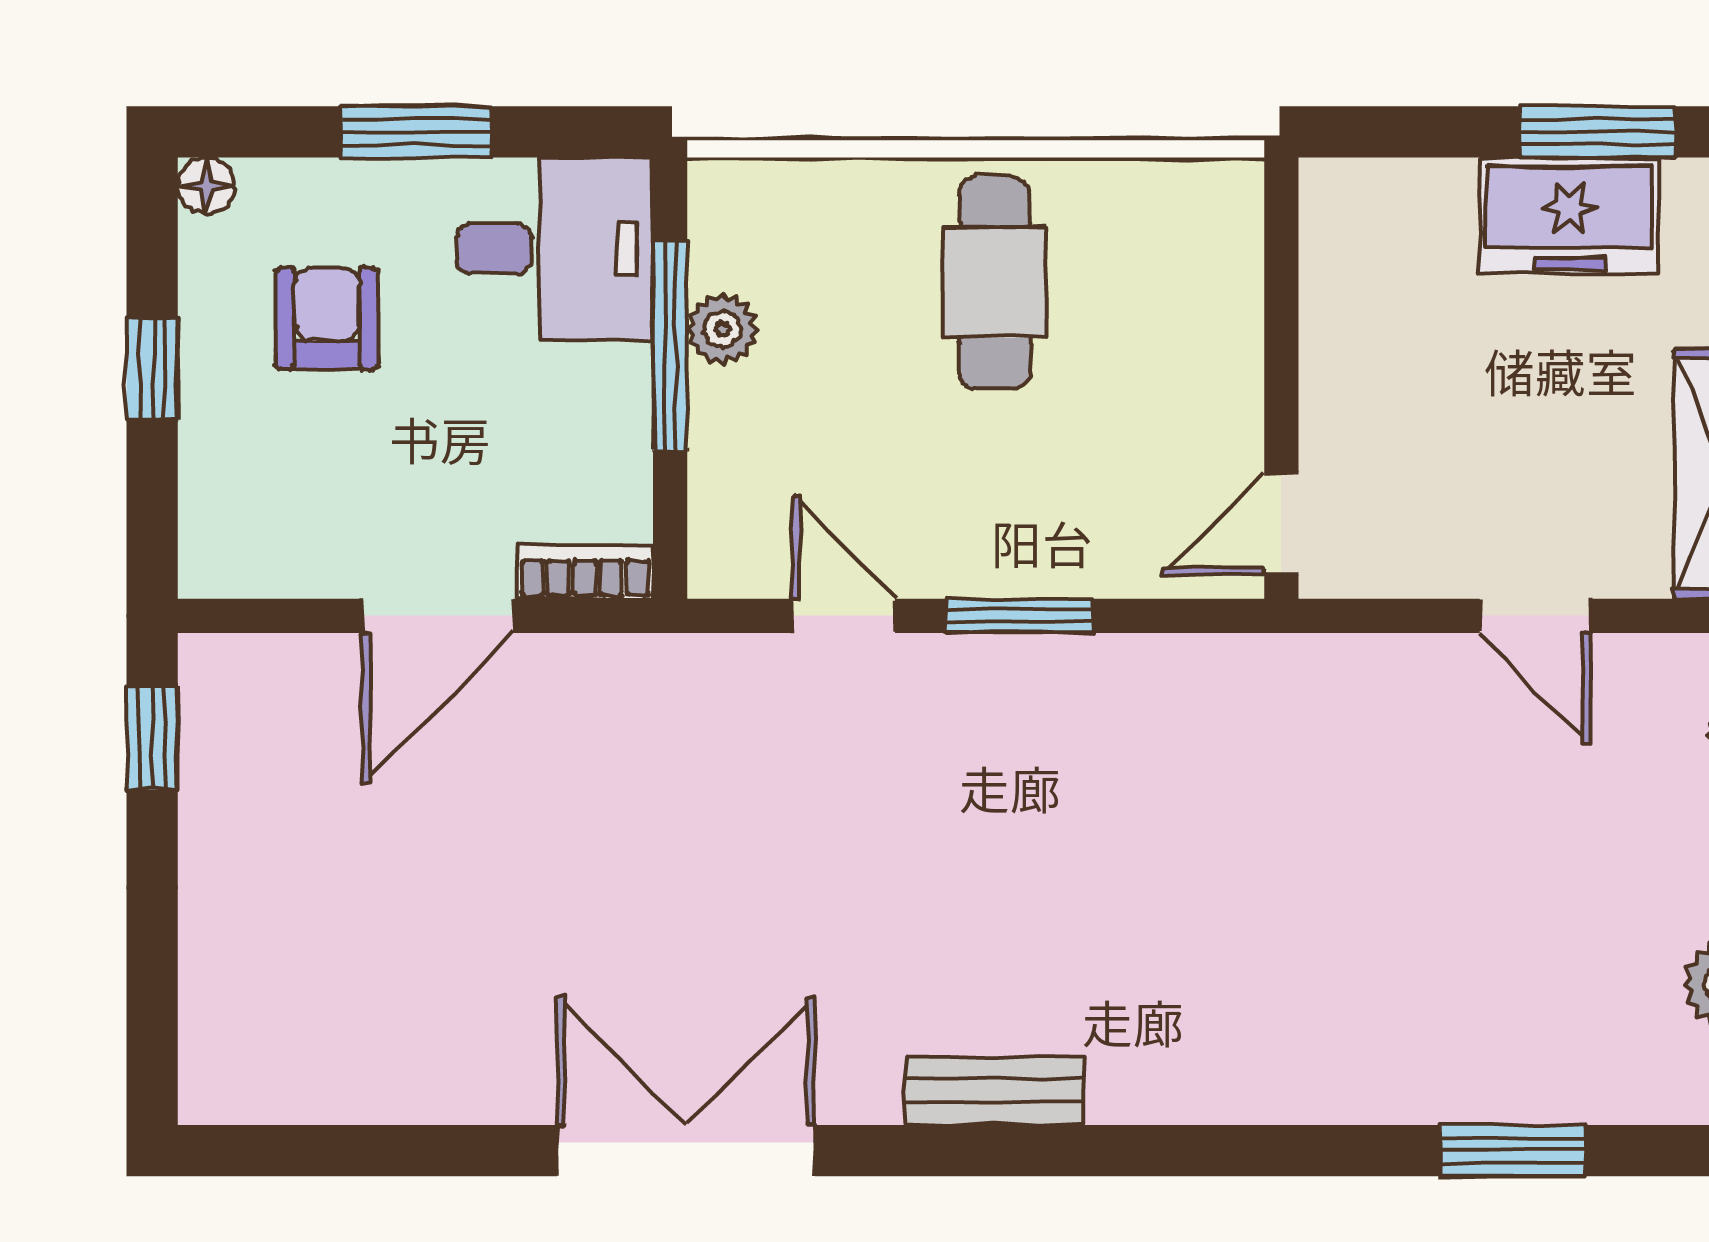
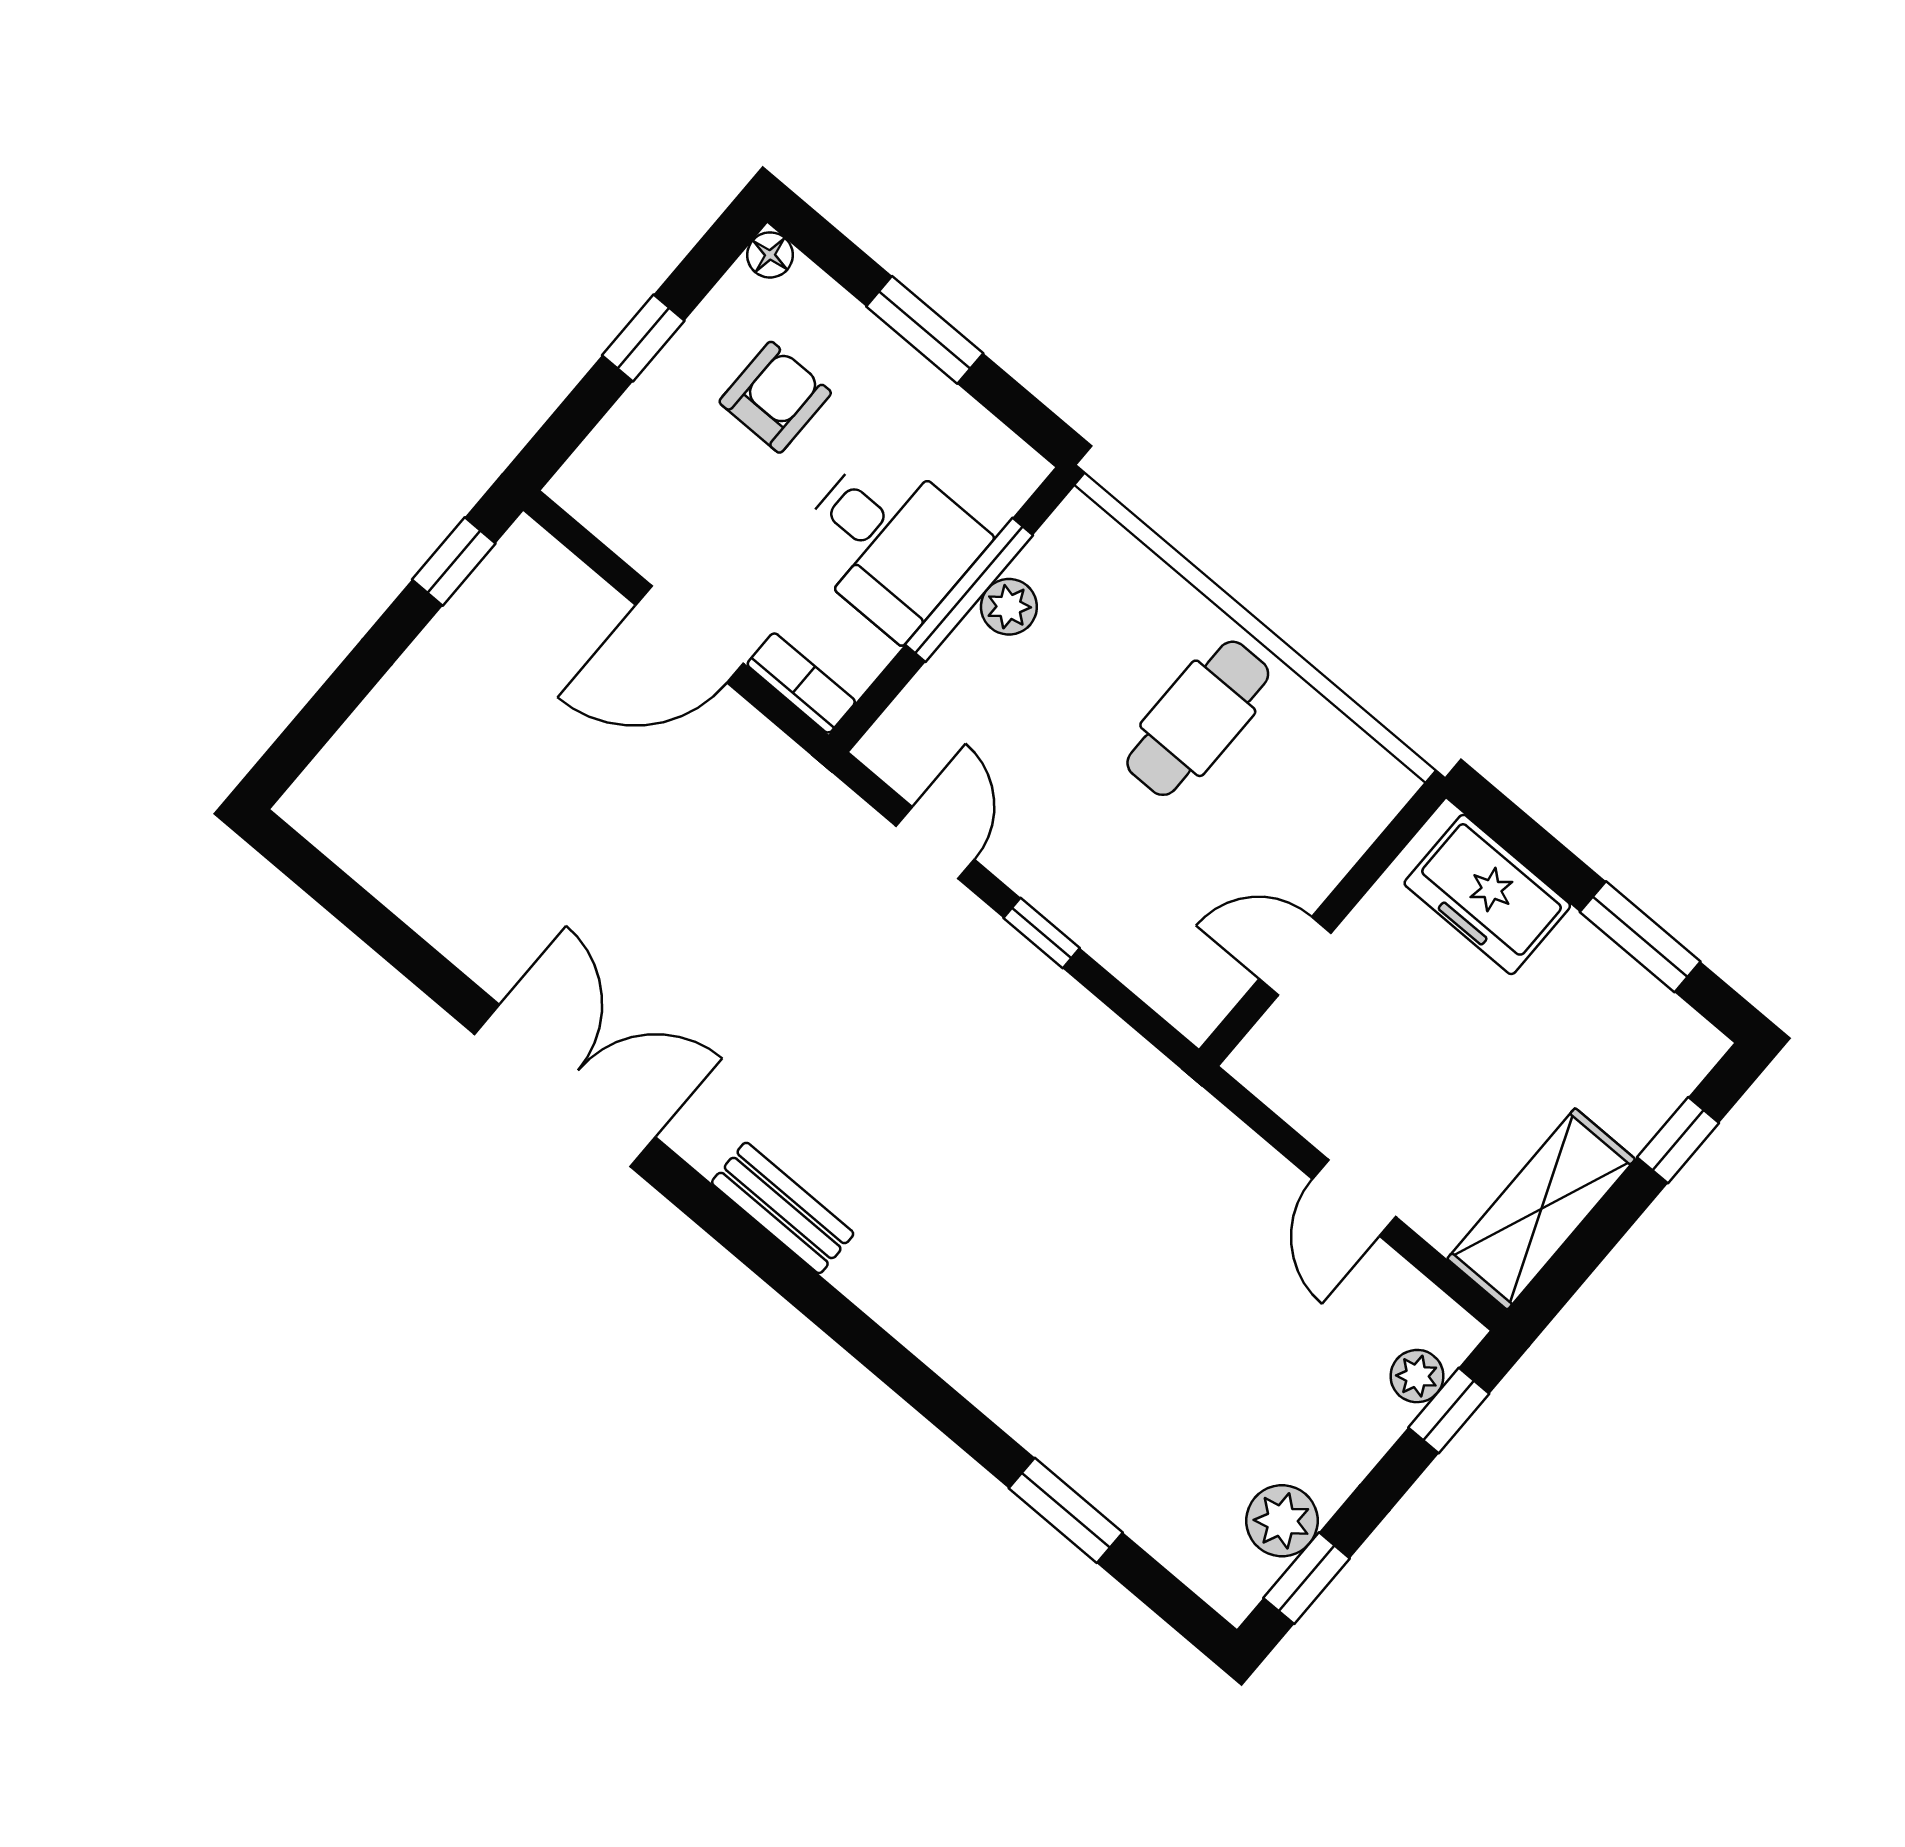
freezer: (1569, 216) -> (1487, 894), moved
desk: (555, 248) -> (890, 542), moved
door: (1281, 524) -> (1295, 956), moved
window: (1019, 616) -> (1042, 933), width x0.67

